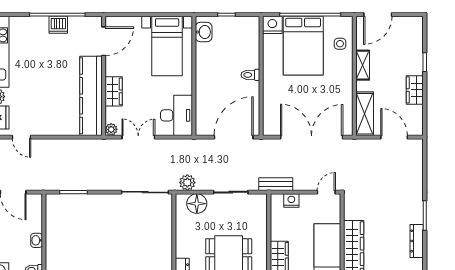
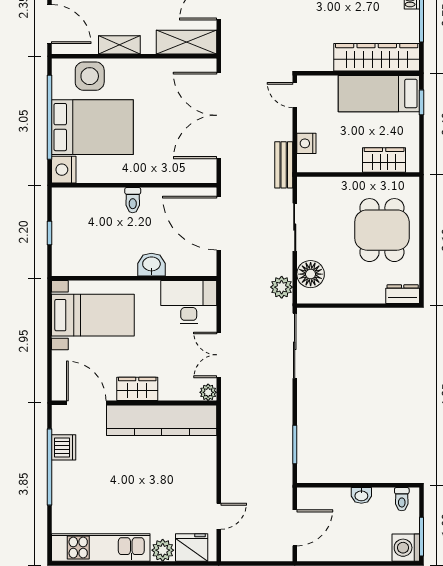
dishwasher: (58, 25) -> (64, 447), moved
washbasin: (204, 32) -> (151, 265), moved
side table: (340, 44) -> (90, 76), width x1.87, depth x1.87
wardrobe: (114, 91) -> (137, 389), moved

